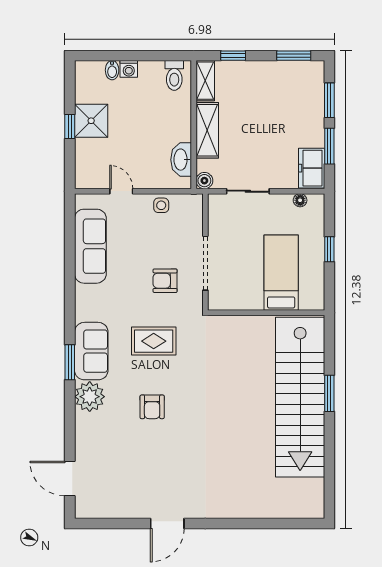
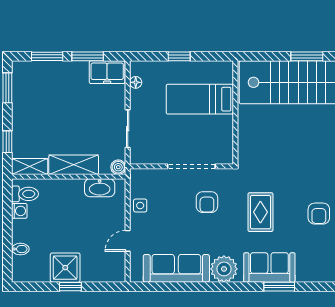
washing machine: (129, 69) -> (19, 211), moved
plant: (90, 397) -> (224, 269), moved
armchair: (152, 407) -> (319, 214), turned 90

